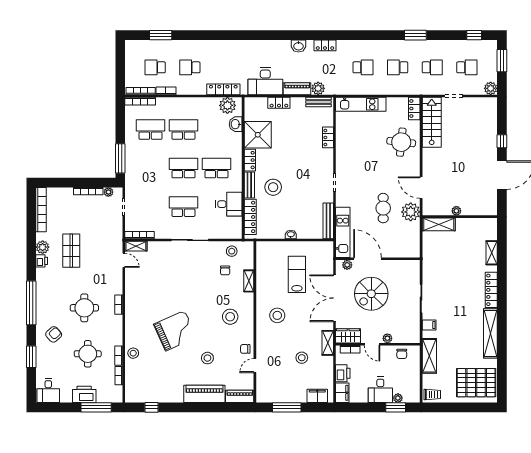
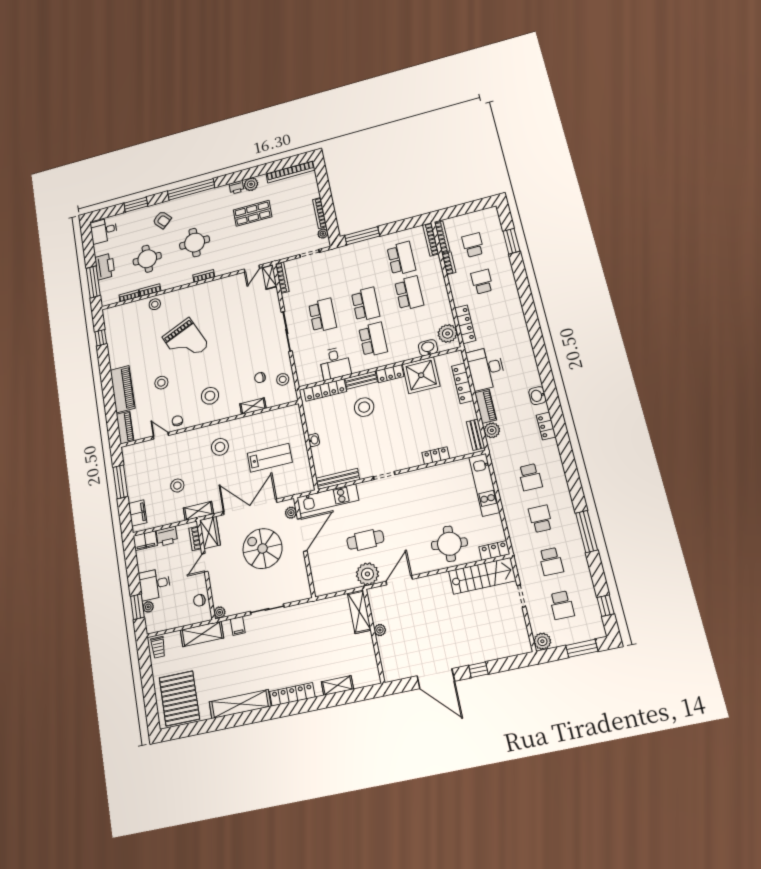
window: (415, 35) -> (586, 532), width x1.44
locker: (279, 103) -> (463, 383), width x1.53
plant: (387, 338) -> (220, 612), moved

